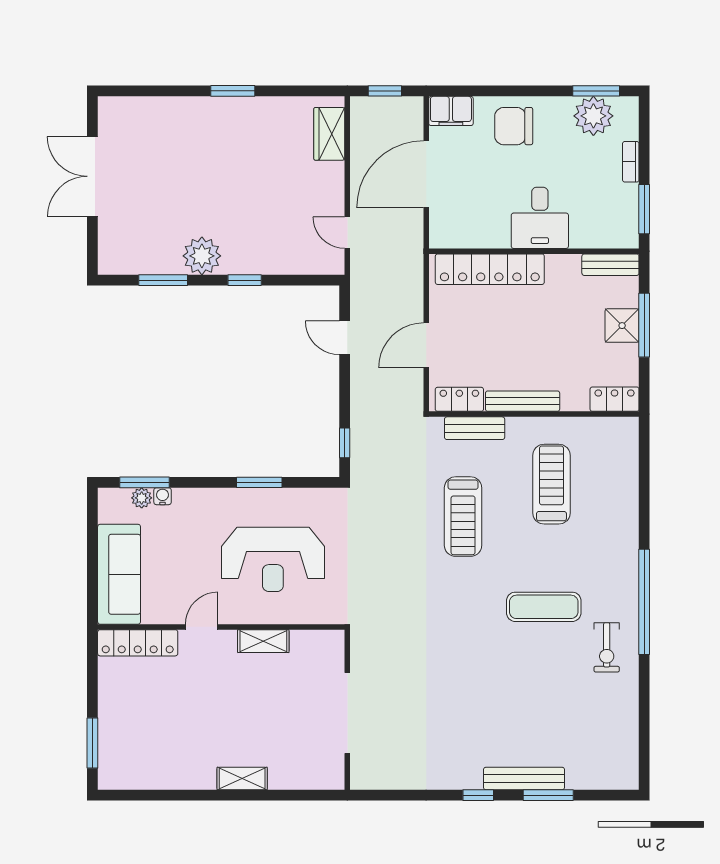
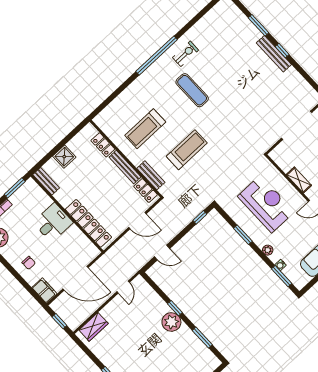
chair: (514, 126) -> (29, 263), width x0.54, depth x0.54
plant: (202, 256) -> (171, 322), moved
window: (644, 325) -> (57, 149), removed
door: (345, 338) -> (162, 253), hinge flipped
locker: (615, 399) -> (103, 145), moved
plant: (142, 498) -> (268, 250), moved
bench: (524, 778) -> (274, 54), moved

